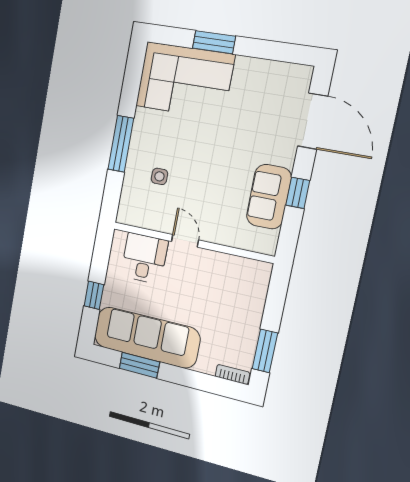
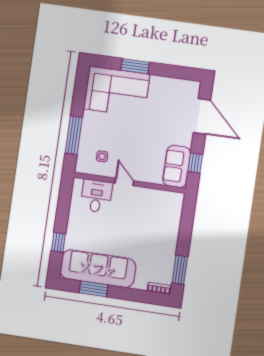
door: (185, 241) -> (124, 182), moved
wall: (192, 242) -> (129, 183), moved
desk: (144, 258) -> (96, 196), moved

